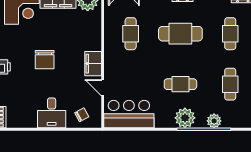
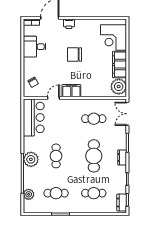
desk: (52, 113) -> (35, 47), moved
plant: (214, 121) -> (29, 194), moved

